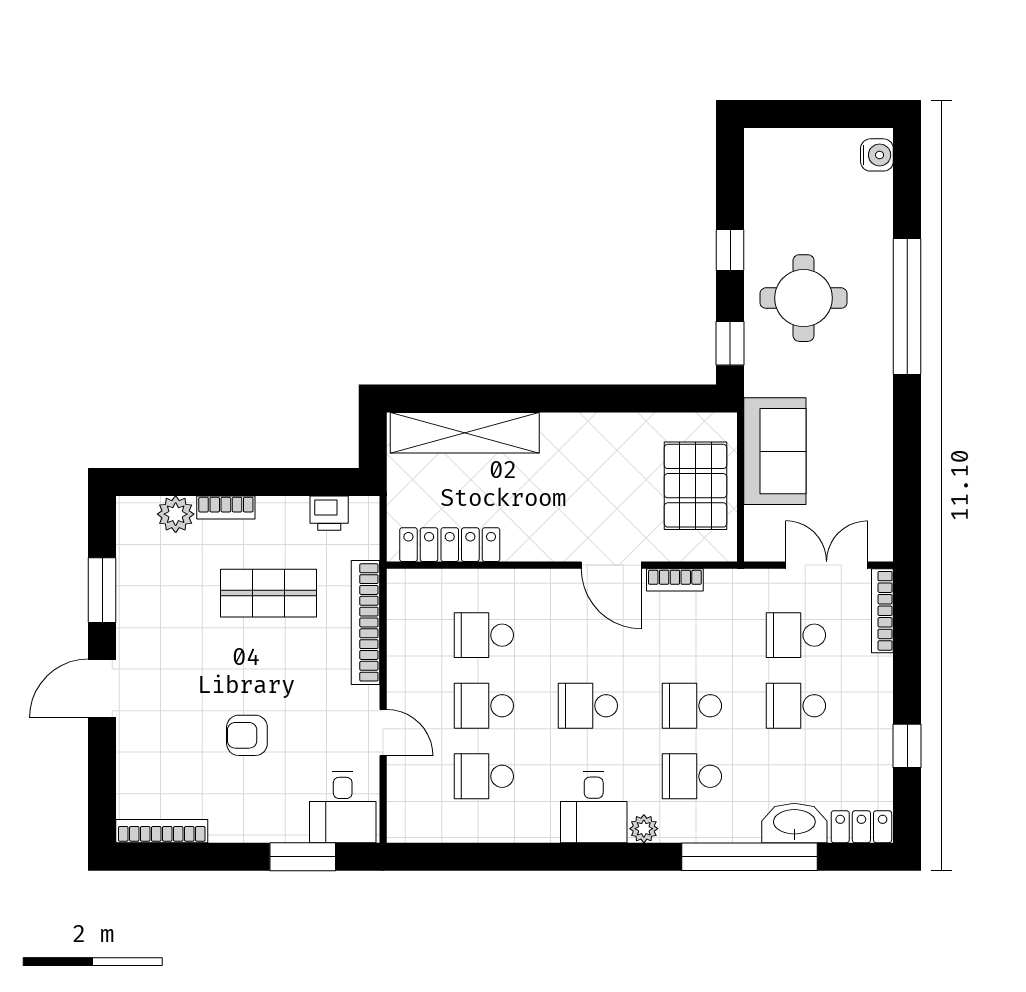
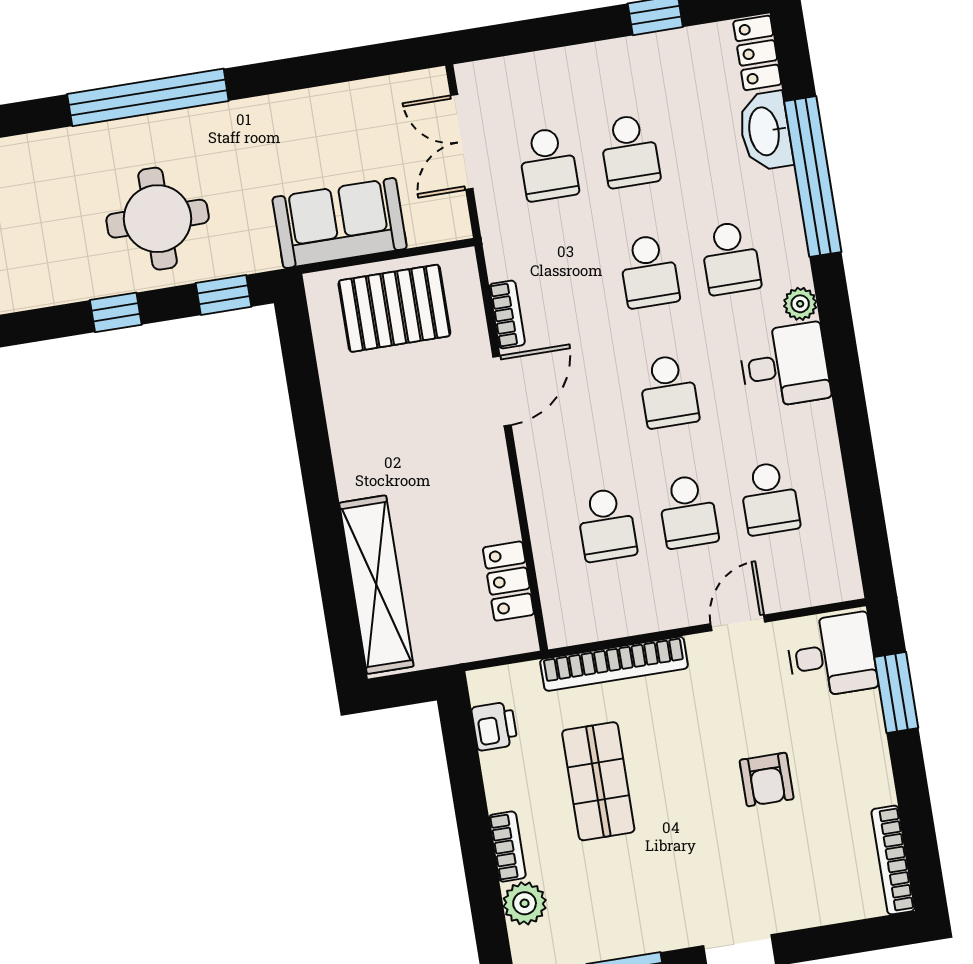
locker: (450, 545) -> (508, 581), width x0.66
bookcase: (882, 611) -> (504, 69), removed

